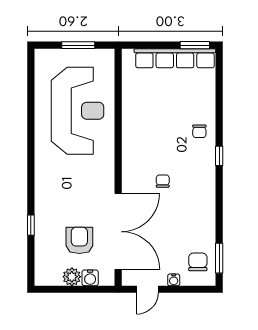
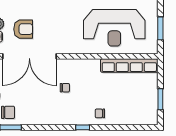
window: (195, 45) -> (160, 99), moved
row of seats: (175, 58) -> (129, 66), moved, turned -90

